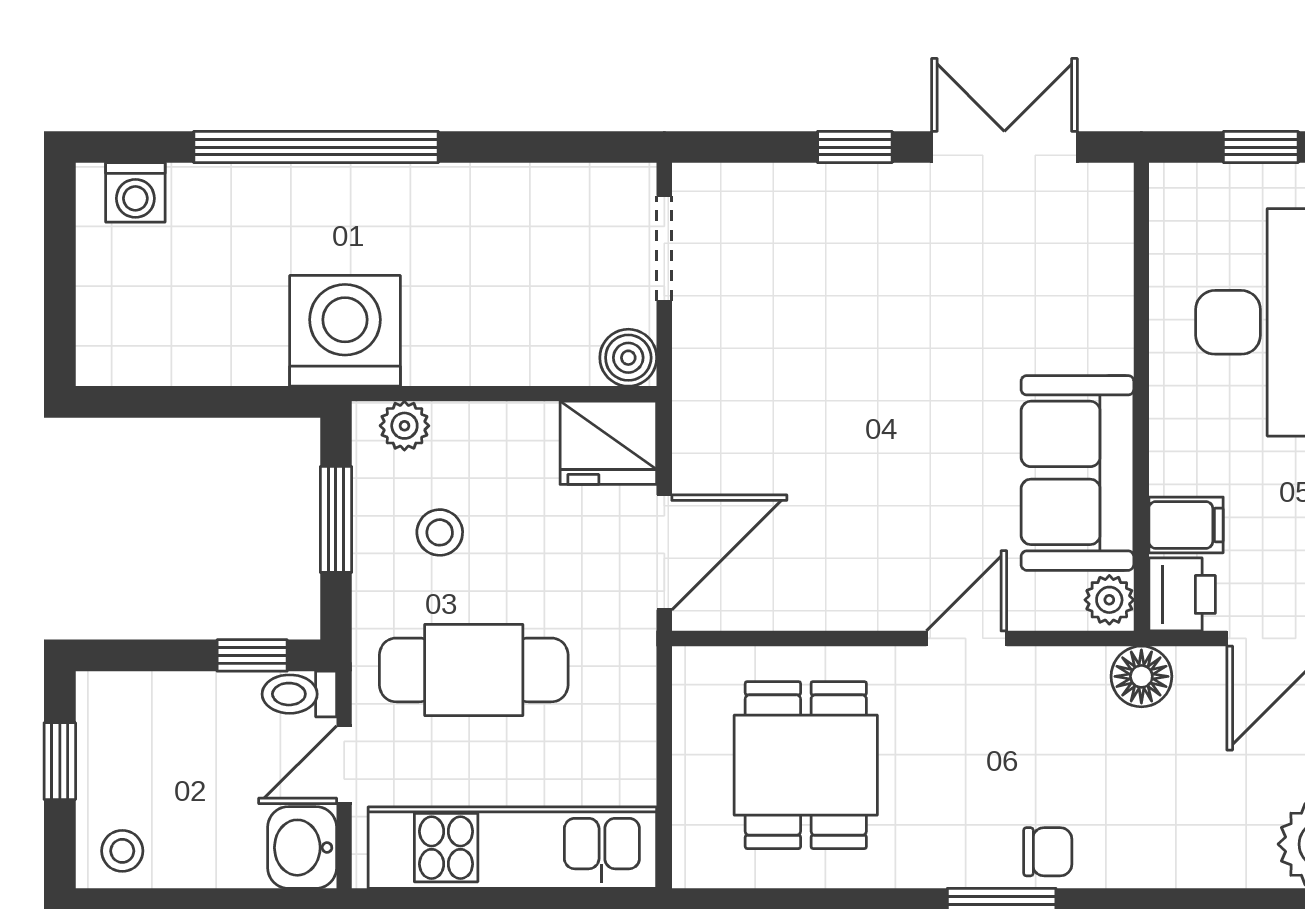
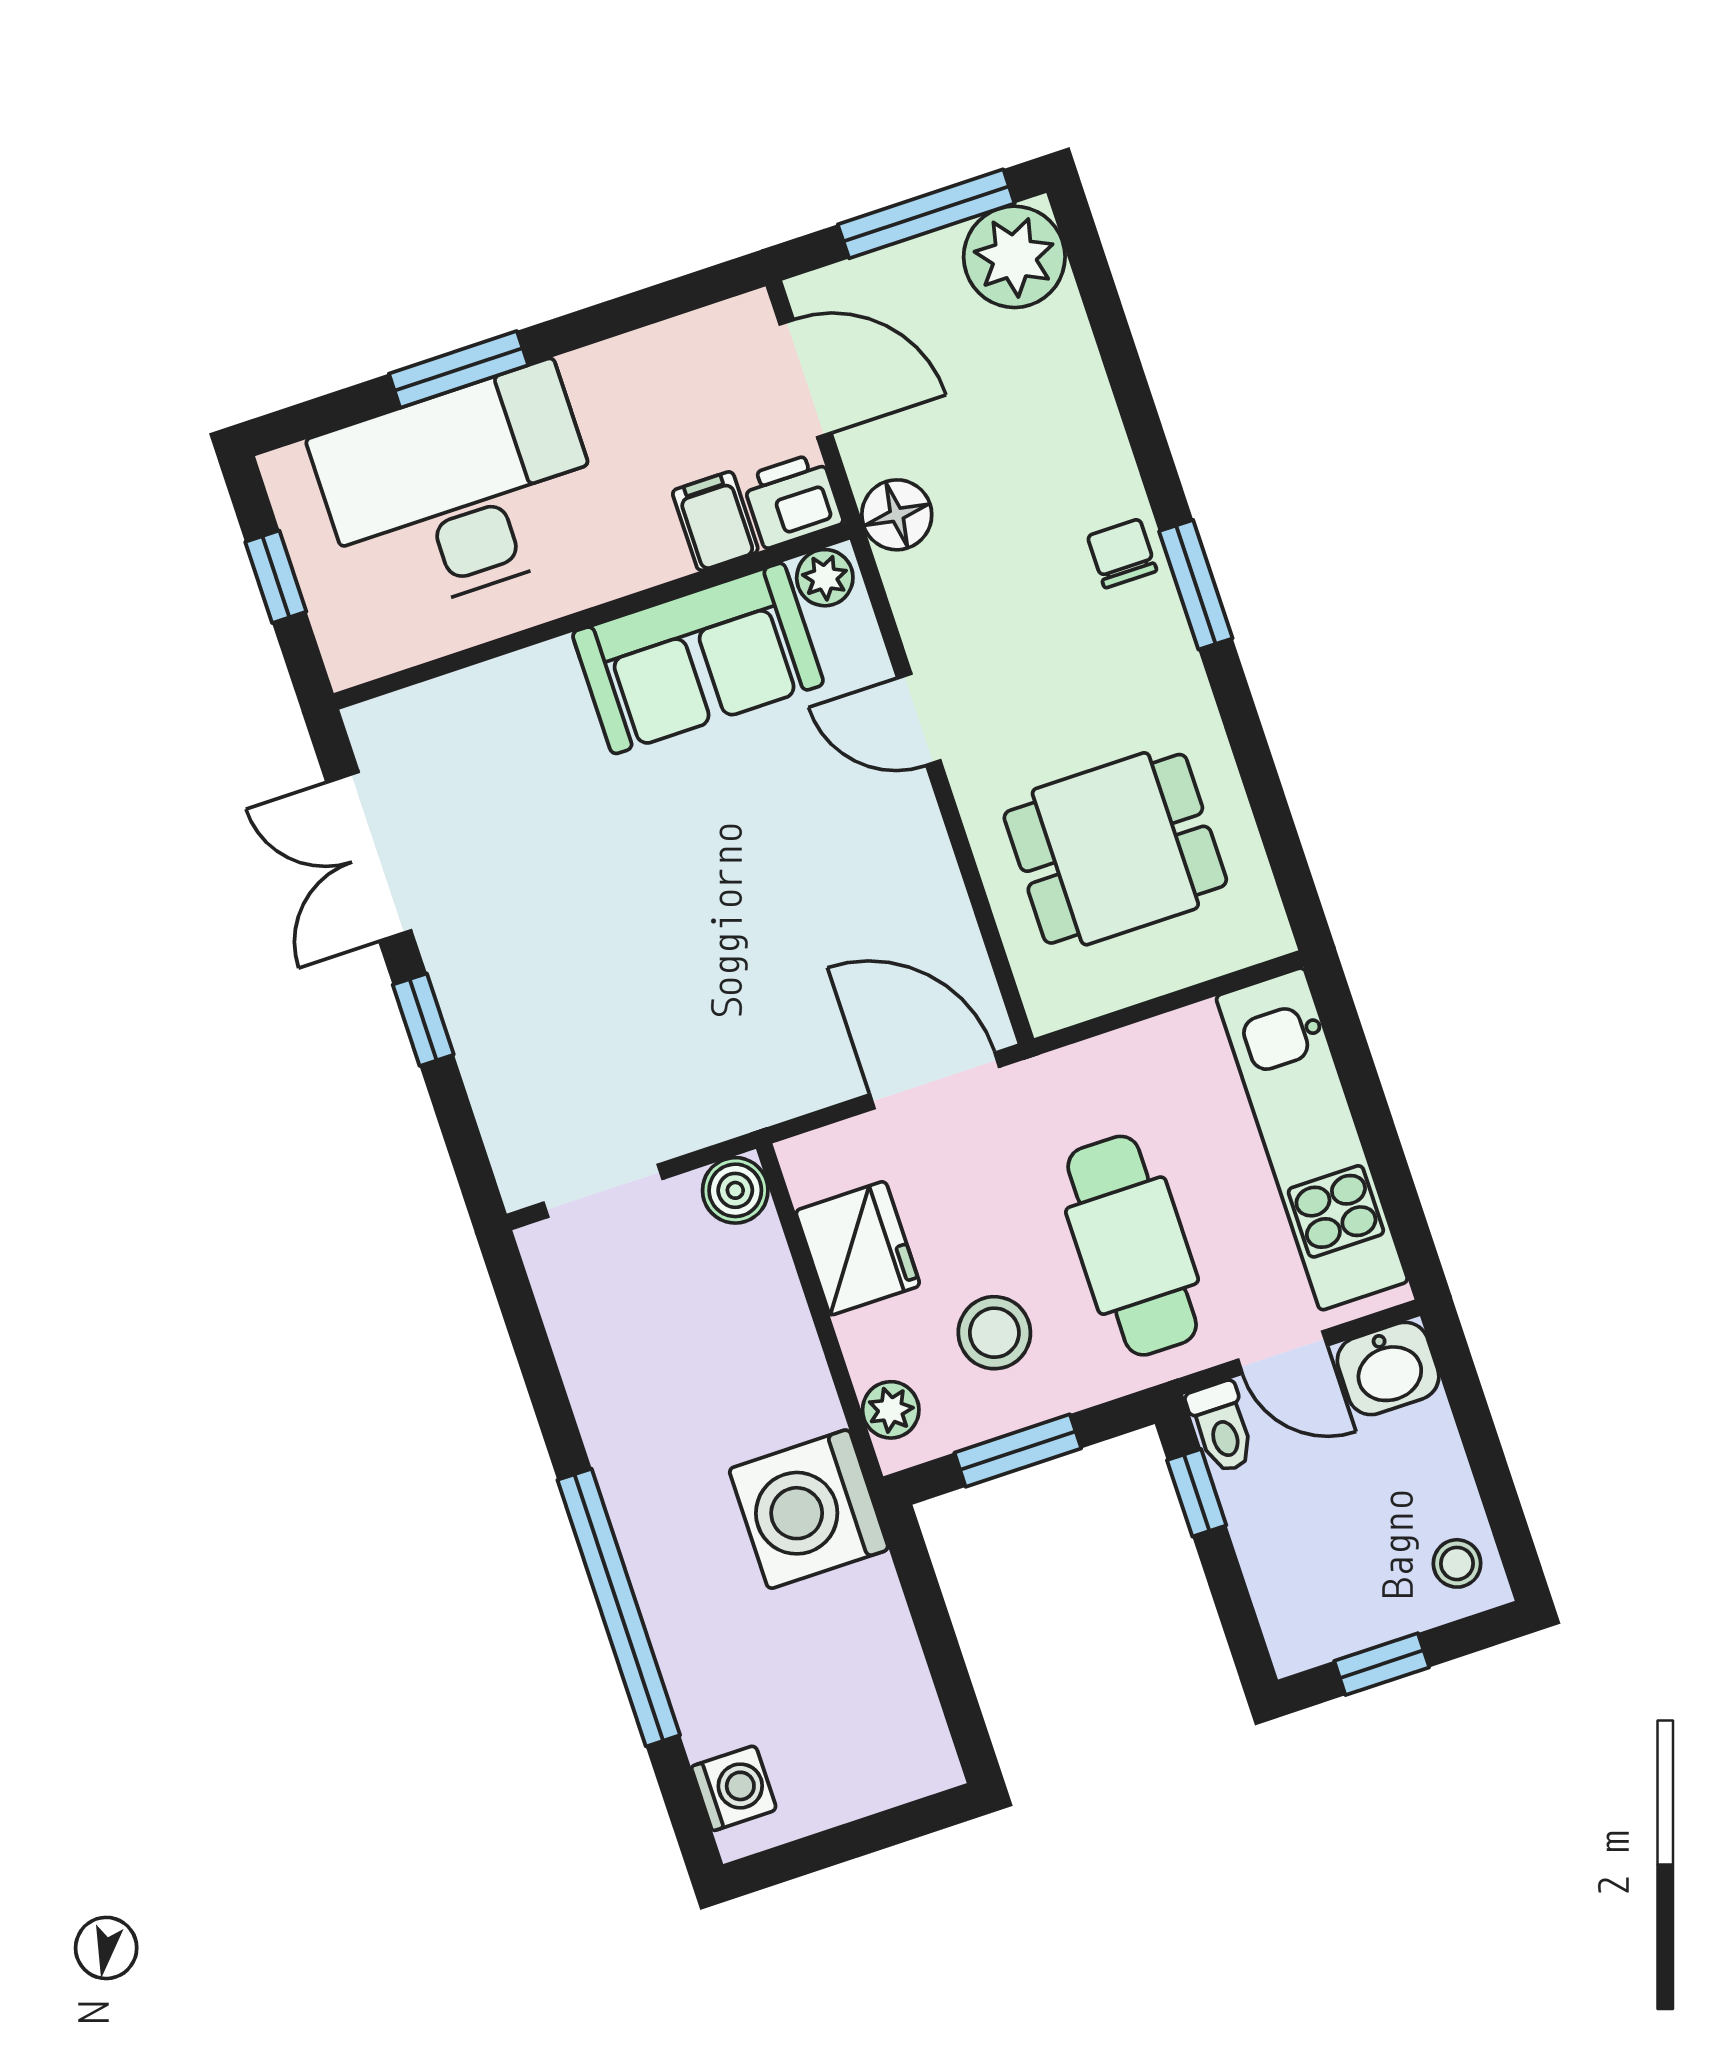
fridge: (608, 443) -> (858, 1248), moved
stool: (440, 532) -> (994, 1333), width x1.37, depth x1.37

